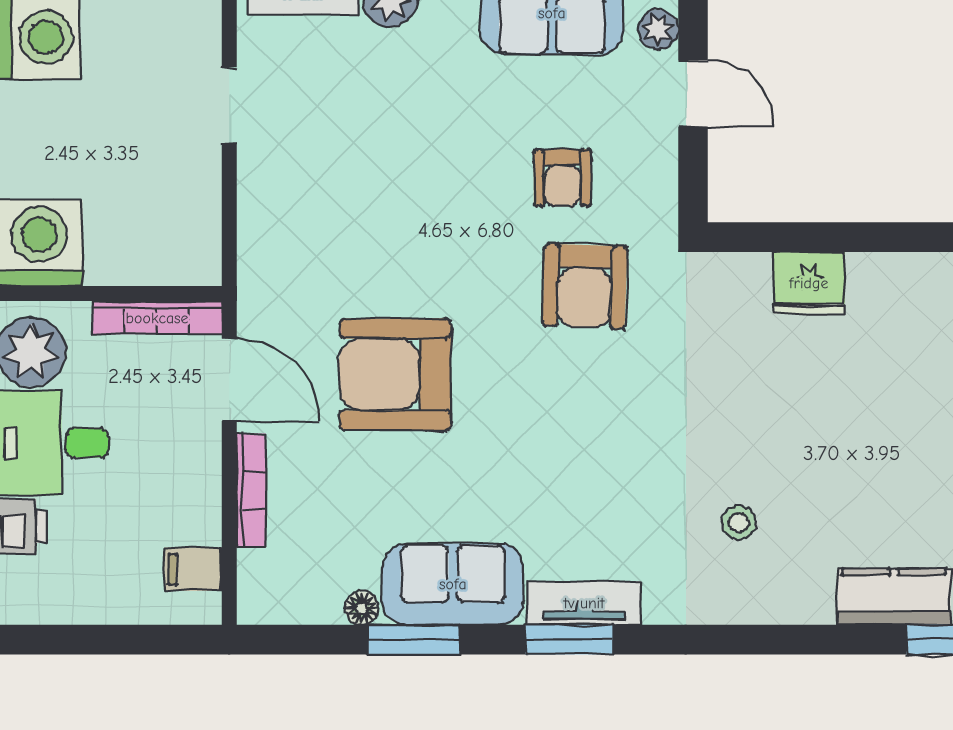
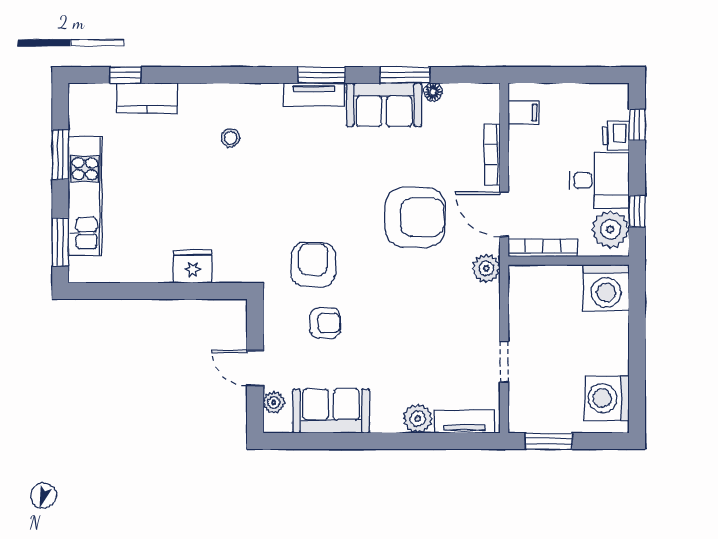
armchair: (562, 178) -> (325, 323), turned 90
plant: (262, 279) -> (486, 268), added

